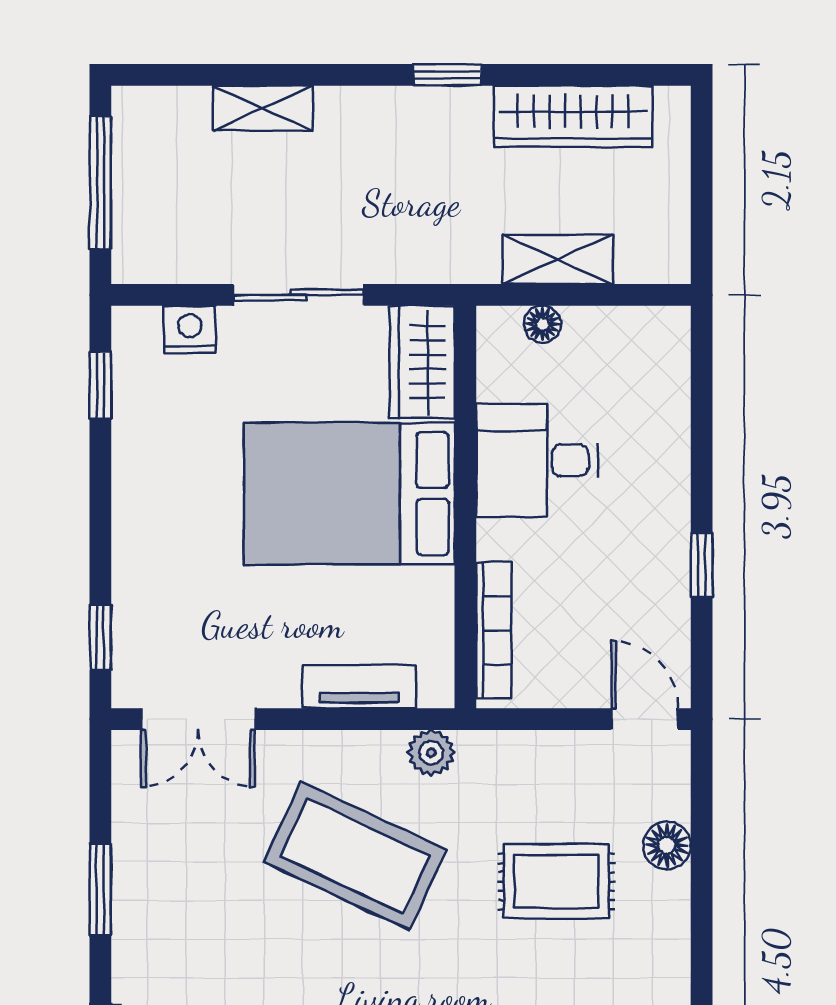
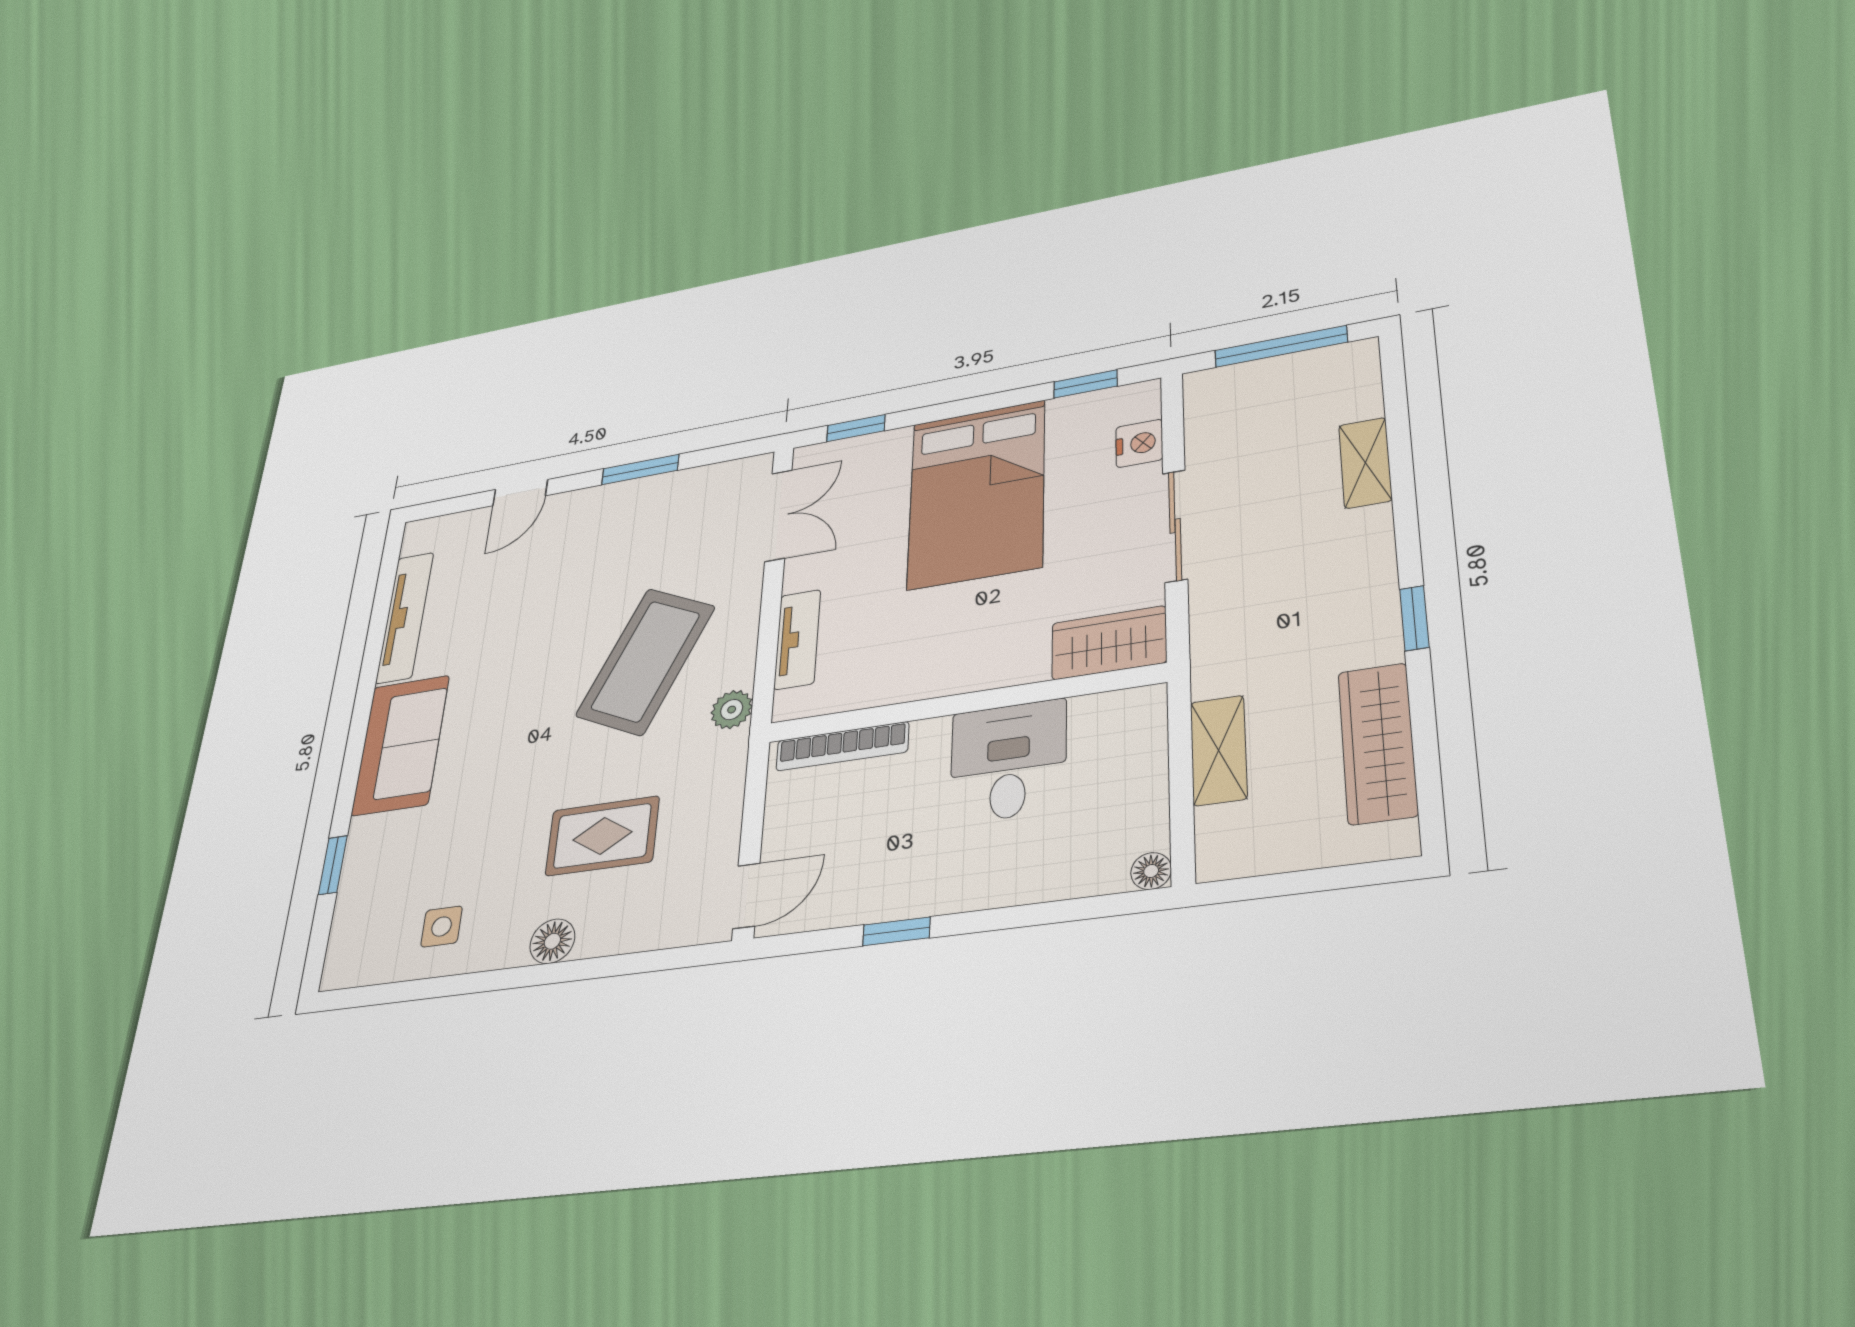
floor lamp: (542, 324) -> (1151, 871), moved
bed: (349, 493) -> (976, 494), moved, turned 180
double door: (198, 719) -> (778, 516), swing flipped
floor lamp: (667, 845) -> (552, 941), moved
rug: (556, 881) -> (602, 836), turned 90

